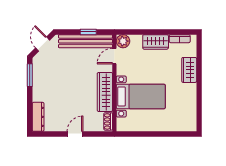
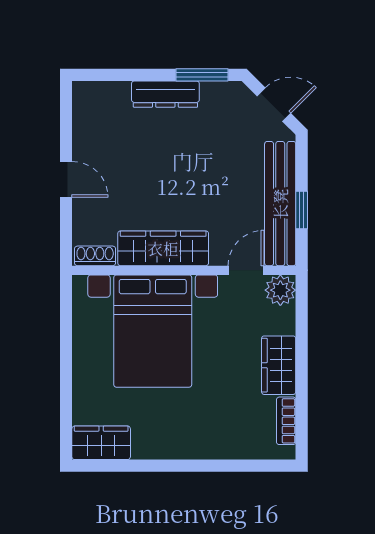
door: (114, 56) -> (246, 270), hinge flipped
wardrobe: (189, 70) -> (101, 443), moved
bed with nightstands: (141, 96) -> (153, 331), width x1.36
dresser: (38, 117) -> (165, 94), moved

